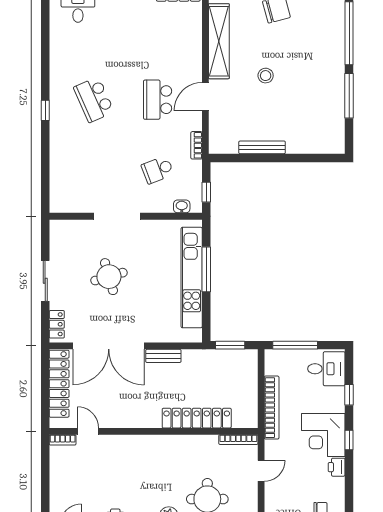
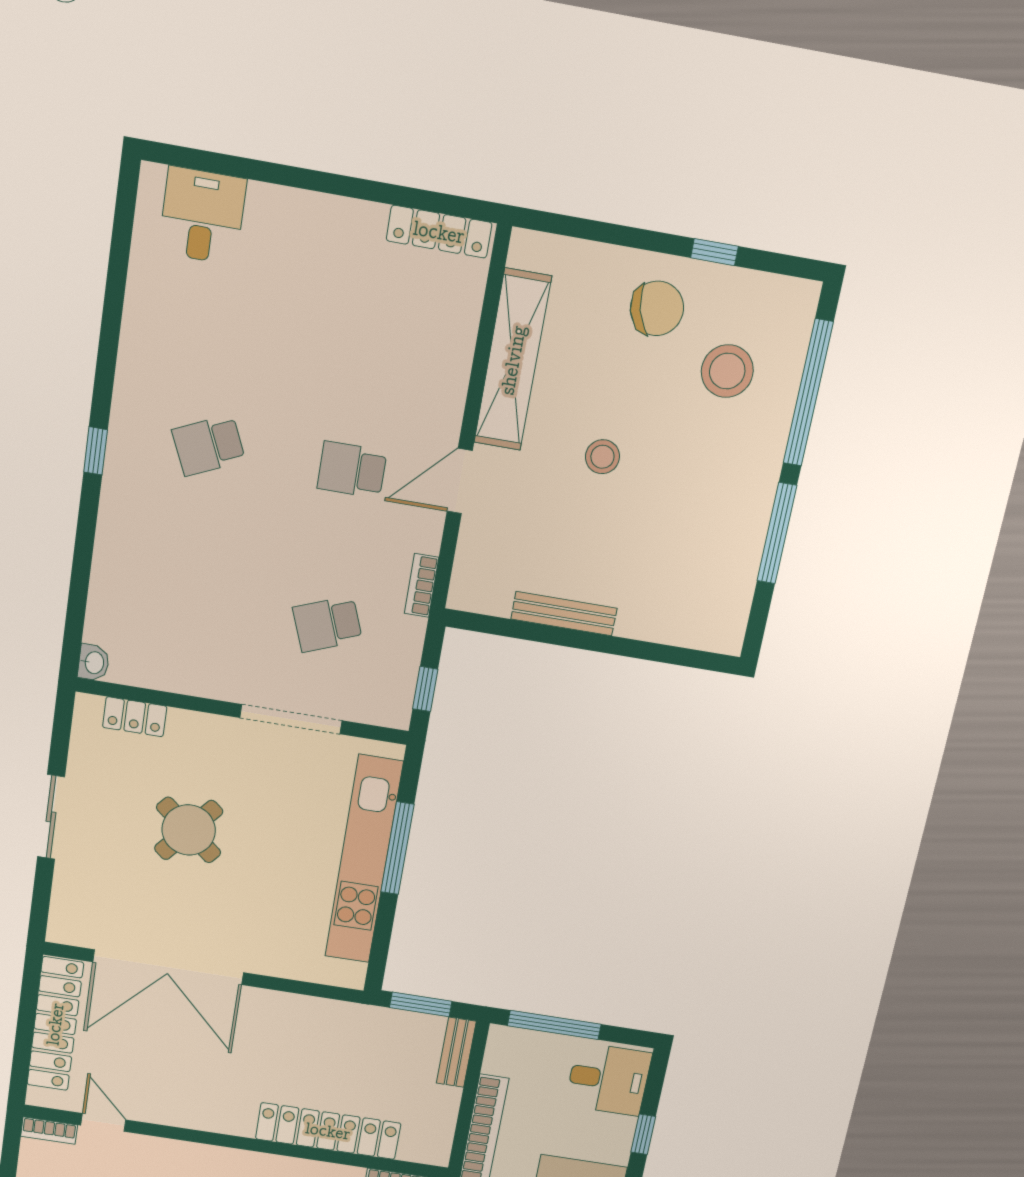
stool: (312, 30) -> (727, 371), added
school desk: (94, 100) -> (209, 445), width x0.54
school desk: (158, 100) -> (352, 470), width x0.54
washbasin: (182, 206) -> (94, 663), moved, turned 90
doorway: (117, 216) -> (291, 719), moved
round table: (109, 277) -> (189, 830), turned -34
locker: (57, 324) -> (135, 717), moved, turned 90
bench: (163, 356) -> (456, 1052), moved, turned 90

